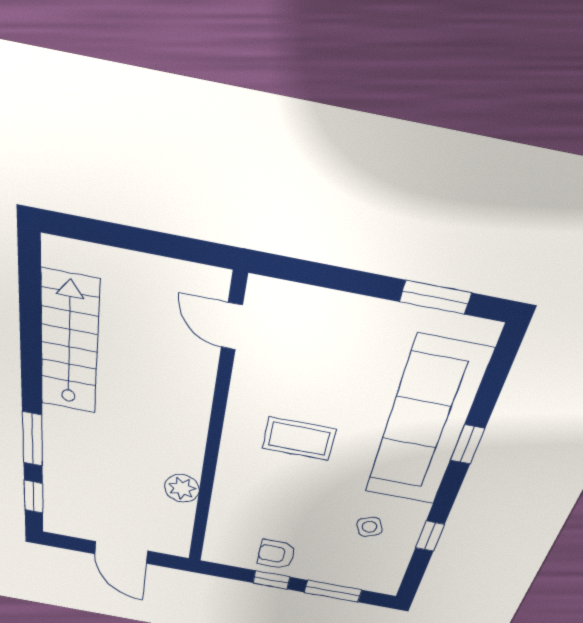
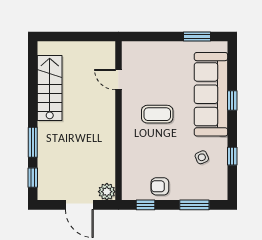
door: (232, 326) -> (118, 80), moved
plant: (182, 488) -> (107, 192), moved
window: (271, 580) -> (145, 205), moved

